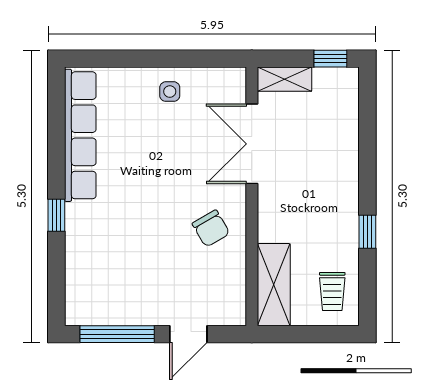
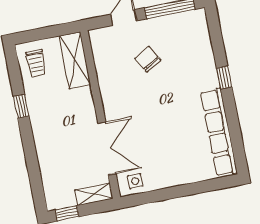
side table: (170, 92) -> (135, 181), moved
chair: (211, 228) -> (148, 59), moved
trolley: (332, 291) -> (36, 63), turned 180

